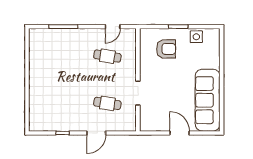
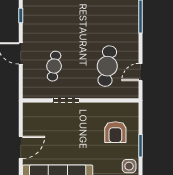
door: (113, 27) -> (141, 72), hinge flipped
cafe table: (107, 56) -> (107, 66), width x1.37, depth x1.35

